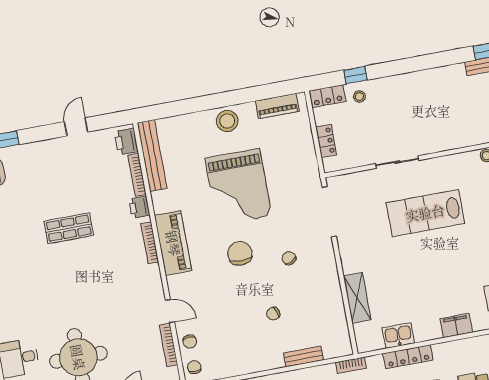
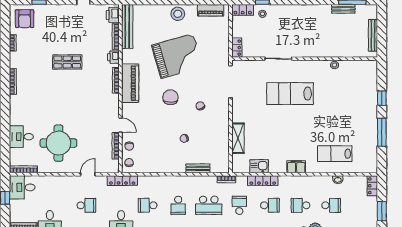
locker: (326, 141) -> (237, 48), moved
grand piano: (238, 187) -> (177, 56), turned -106

